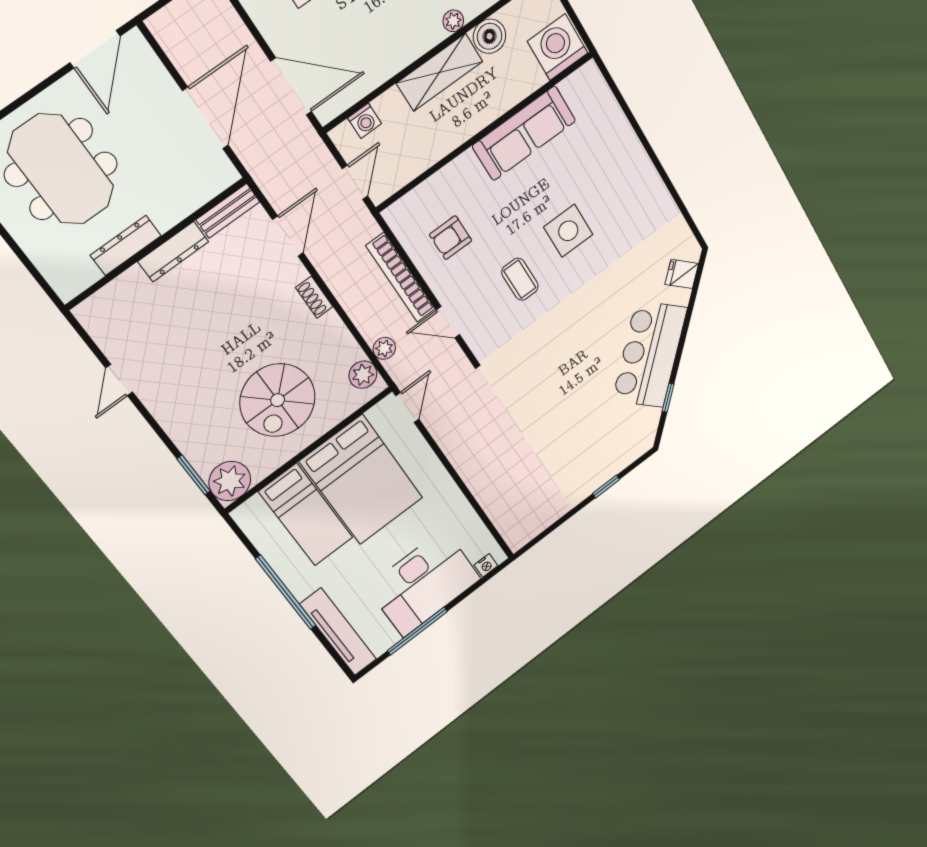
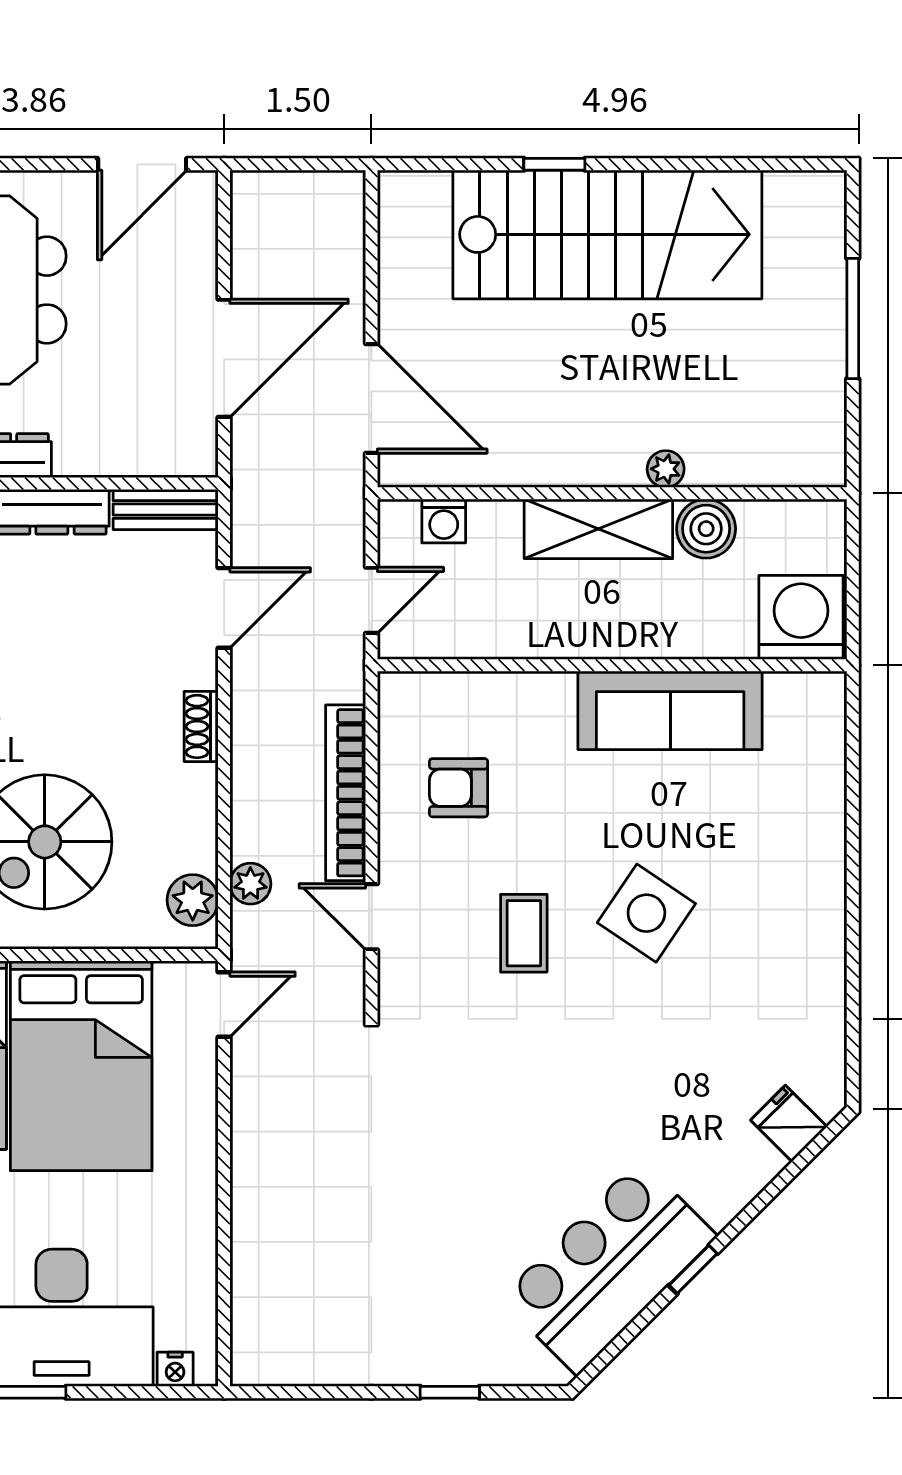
side table: (568, 231) -> (646, 913), turned 34
bar counter: (650, 354) -> (608, 1267), moved
window: (668, 398) -> (693, 1269), moved

